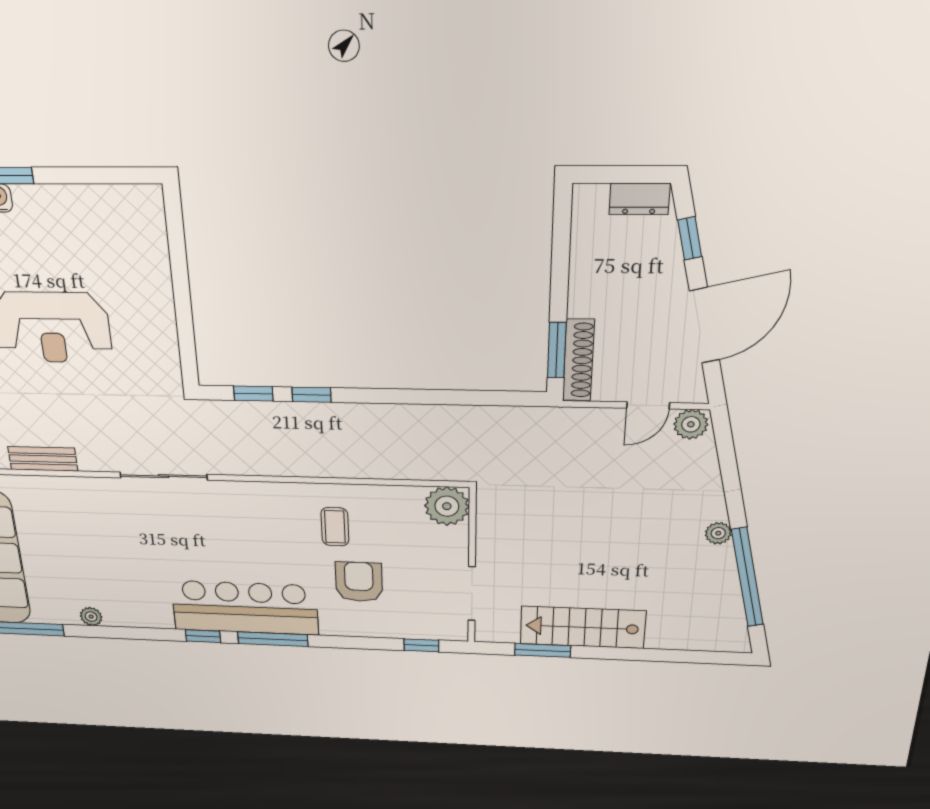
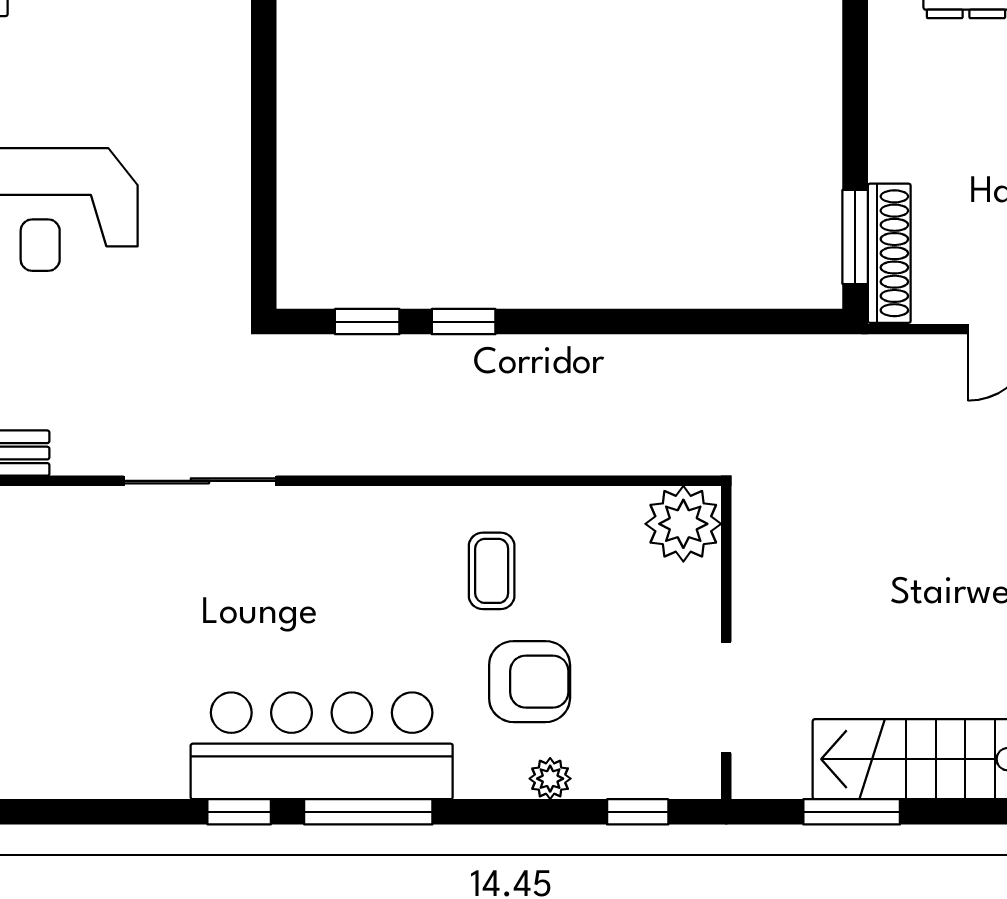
armchair: (359, 582) -> (530, 682), turned 90
plant: (91, 617) -> (550, 779), moved

